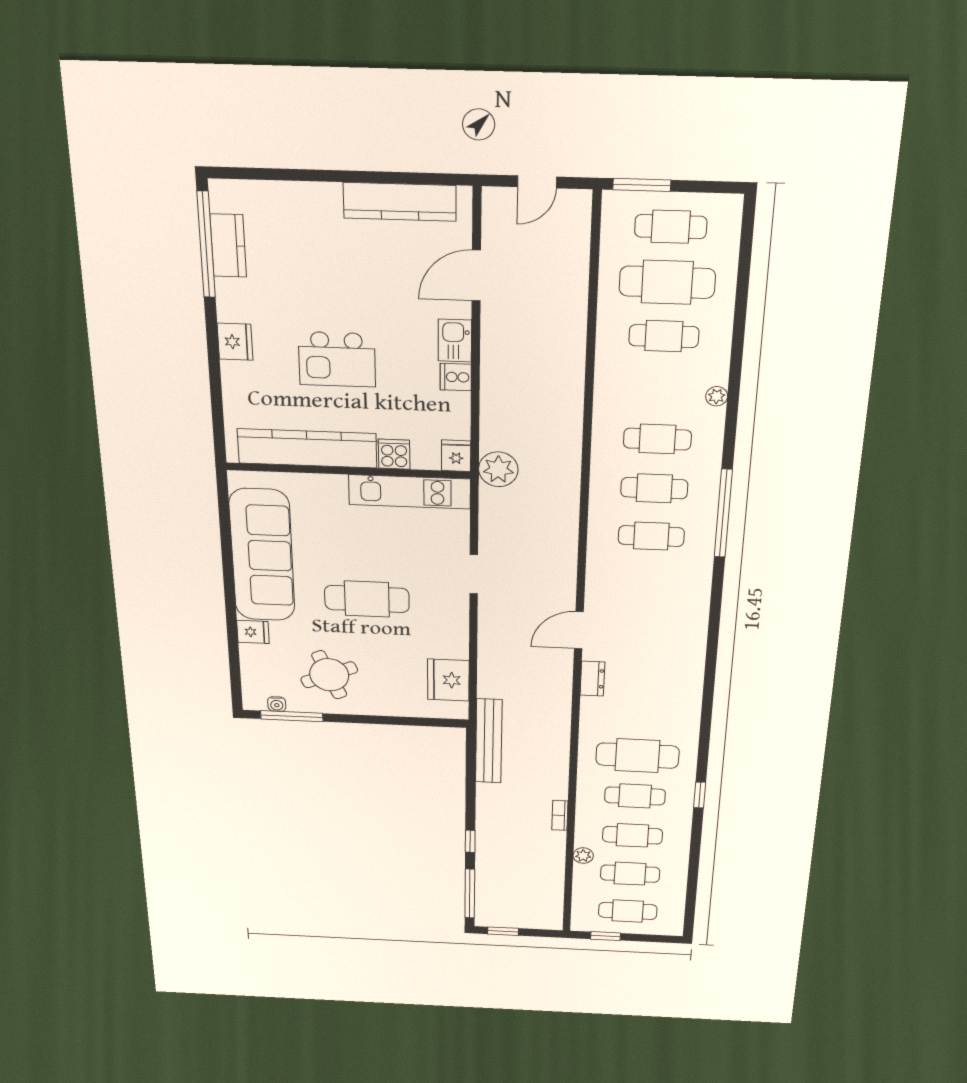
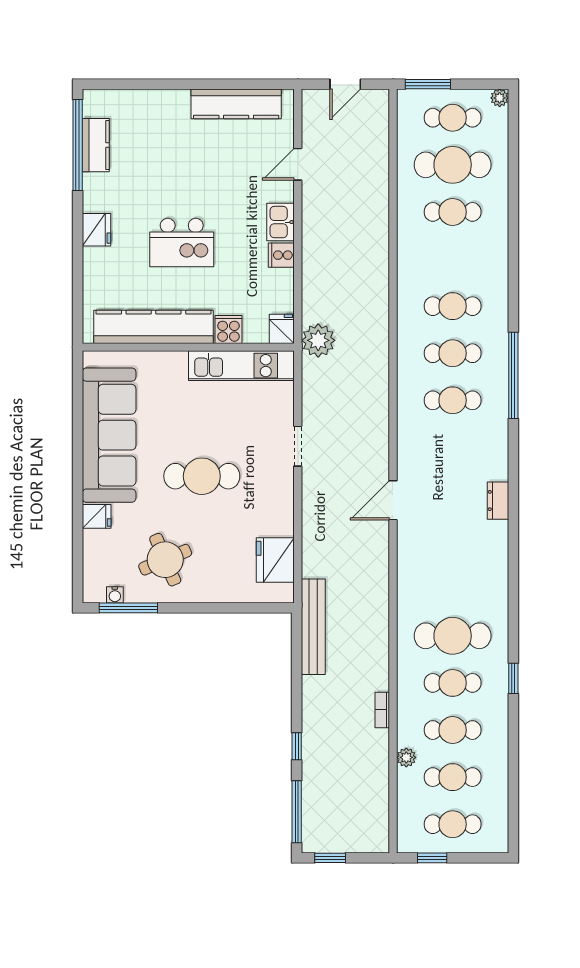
door: (476, 276) -> (298, 164), width x0.73
plant: (717, 396) -> (500, 98), moved
dresser: (592, 679) -> (498, 501), moved, turned 180

